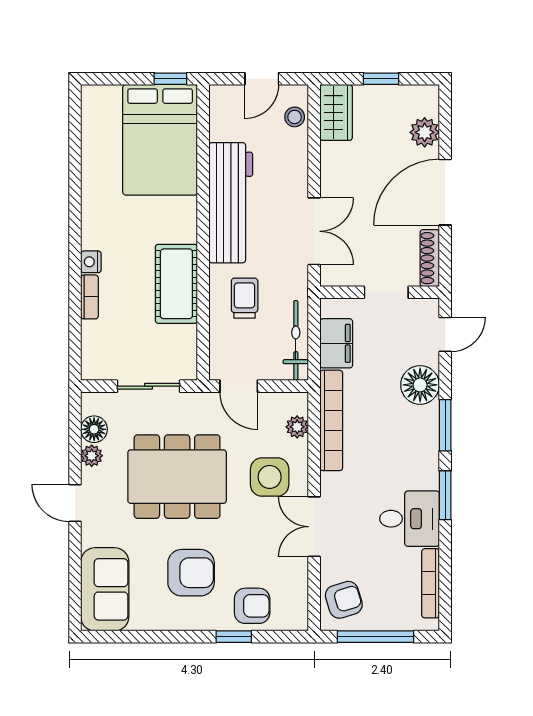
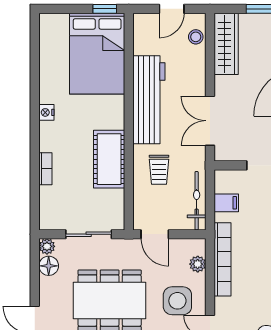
wardrobe: (336, 112) -> (226, 44), width x1.50
double door: (314, 231) -> (210, 121), swing flipped
nightstand: (91, 262) -> (46, 112), moved
trolley: (245, 298) -> (159, 170), turned 180
filing cabinet: (336, 343) -> (226, 203), width x0.50
plant: (92, 456) -> (47, 246), moved

